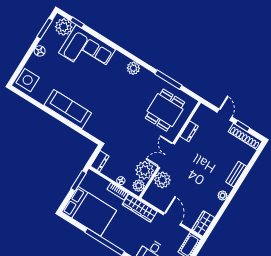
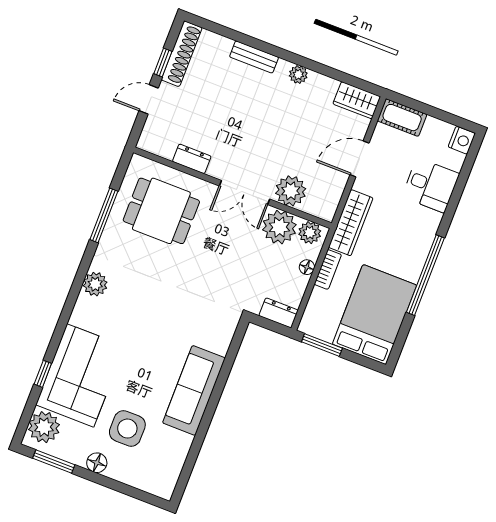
window: (77, 23) -> (43, 374), moved
side table: (28, 80) -> (127, 429), moved

